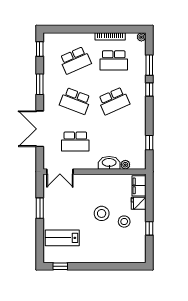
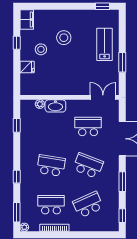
window: (149, 65) -> (17, 212), moved
school desk: (114, 101) -> (51, 166), turned 33
filing cabinet: (139, 186) -> (27, 19), moved
stool: (102, 213) -> (64, 38), moved
lab bench: (62, 238) -> (105, 44), moved, turned -90

